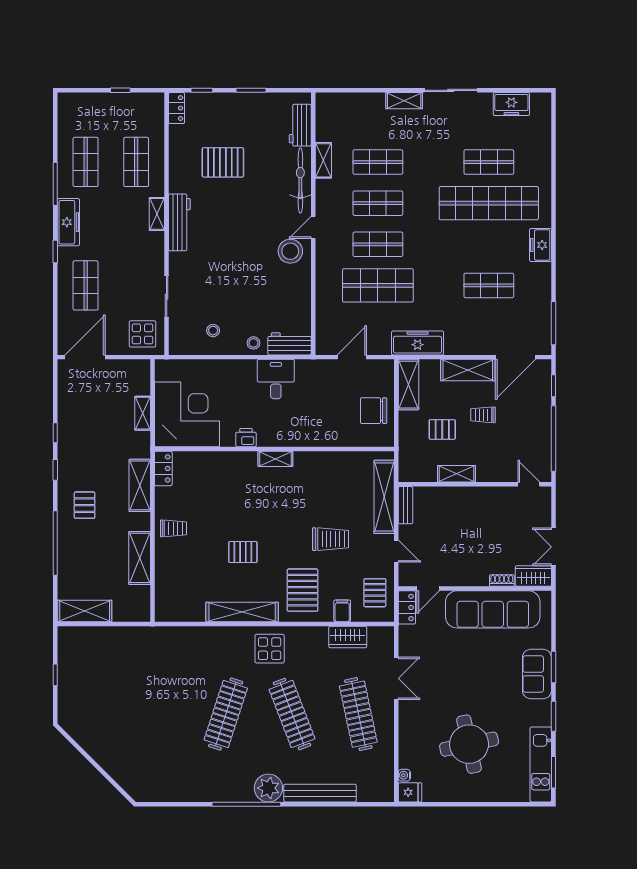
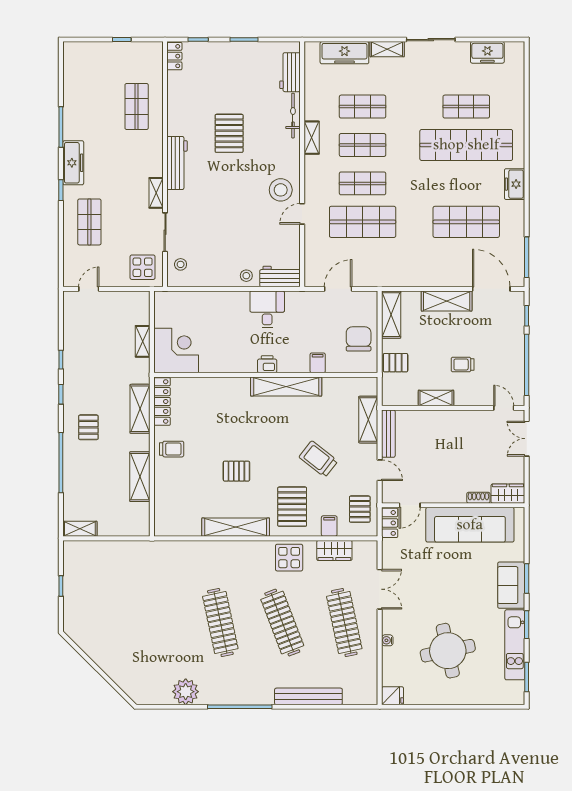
shelving: (323, 160) -> (312, 138), moved
shop shelf: (86, 162) -> (89, 106), removed
pallet: (223, 162) -> (229, 133), moved, turned 90
bicycle: (300, 180) -> (293, 116), width x0.73, depth x0.71
shelving: (157, 214) -> (156, 193), moved
door: (313, 227) -> (302, 214), moved
shop shelf: (489, 285) -> (466, 222), width x1.43, depth x1.36
stool: (213, 331) -> (181, 264), moved
freezer: (418, 343) -> (344, 53), moved, turned 180
door: (85, 357) -> (89, 289), width x0.53
door: (516, 357) -> (491, 289), swing flipped
chair: (374, 411) -> (359, 339), turned 90
corner desk: (187, 414) -> (176, 350), width x0.74, depth x0.74
trolley: (483, 415) -> (463, 365), moved
pallet: (442, 429) -> (395, 363), moved
filing cabinet: (330, 436) -> (318, 363), added
printer: (246, 438) -> (267, 364), moved
shelving: (275, 459) -> (286, 386), width x2.20, depth x1.33
locker: (163, 468) -> (162, 401), width x1.53
shelving: (384, 497) -> (368, 420), width x0.68
bench: (405, 505) -> (388, 434), width x1.36
trolley: (331, 539) -> (318, 459), turned -142
double door: (553, 547) -> (527, 439), moved
shelving: (85, 611) -> (80, 529), width x0.67, depth x0.75
display table: (270, 649) -> (289, 558), moved
clothes rail: (226, 714) -> (220, 623), turned -30
kitchen unit: (541, 764) -> (515, 645), moved
water cooler: (404, 775) -> (387, 640), moved
plant: (268, 788) -> (186, 692), moved

